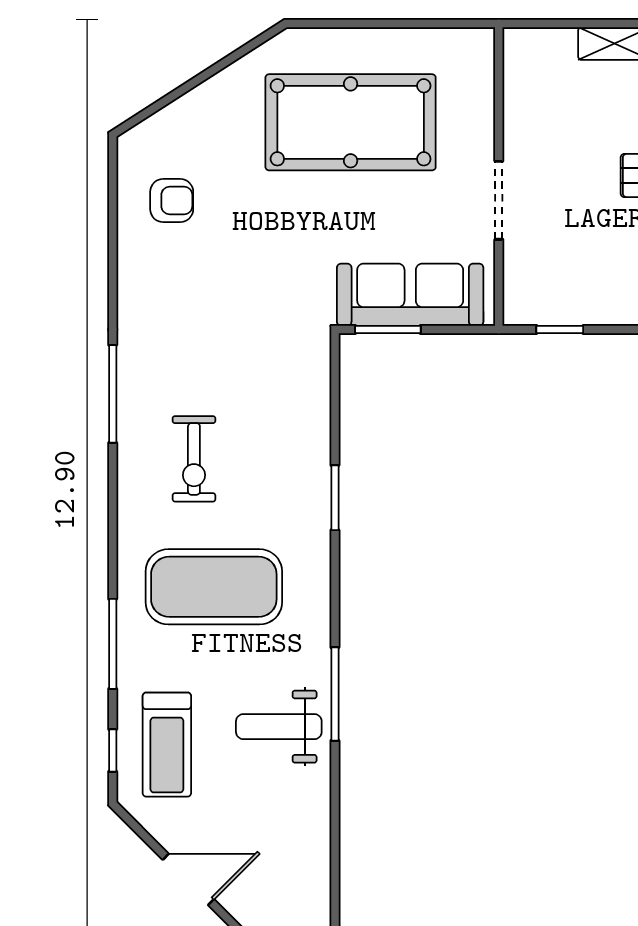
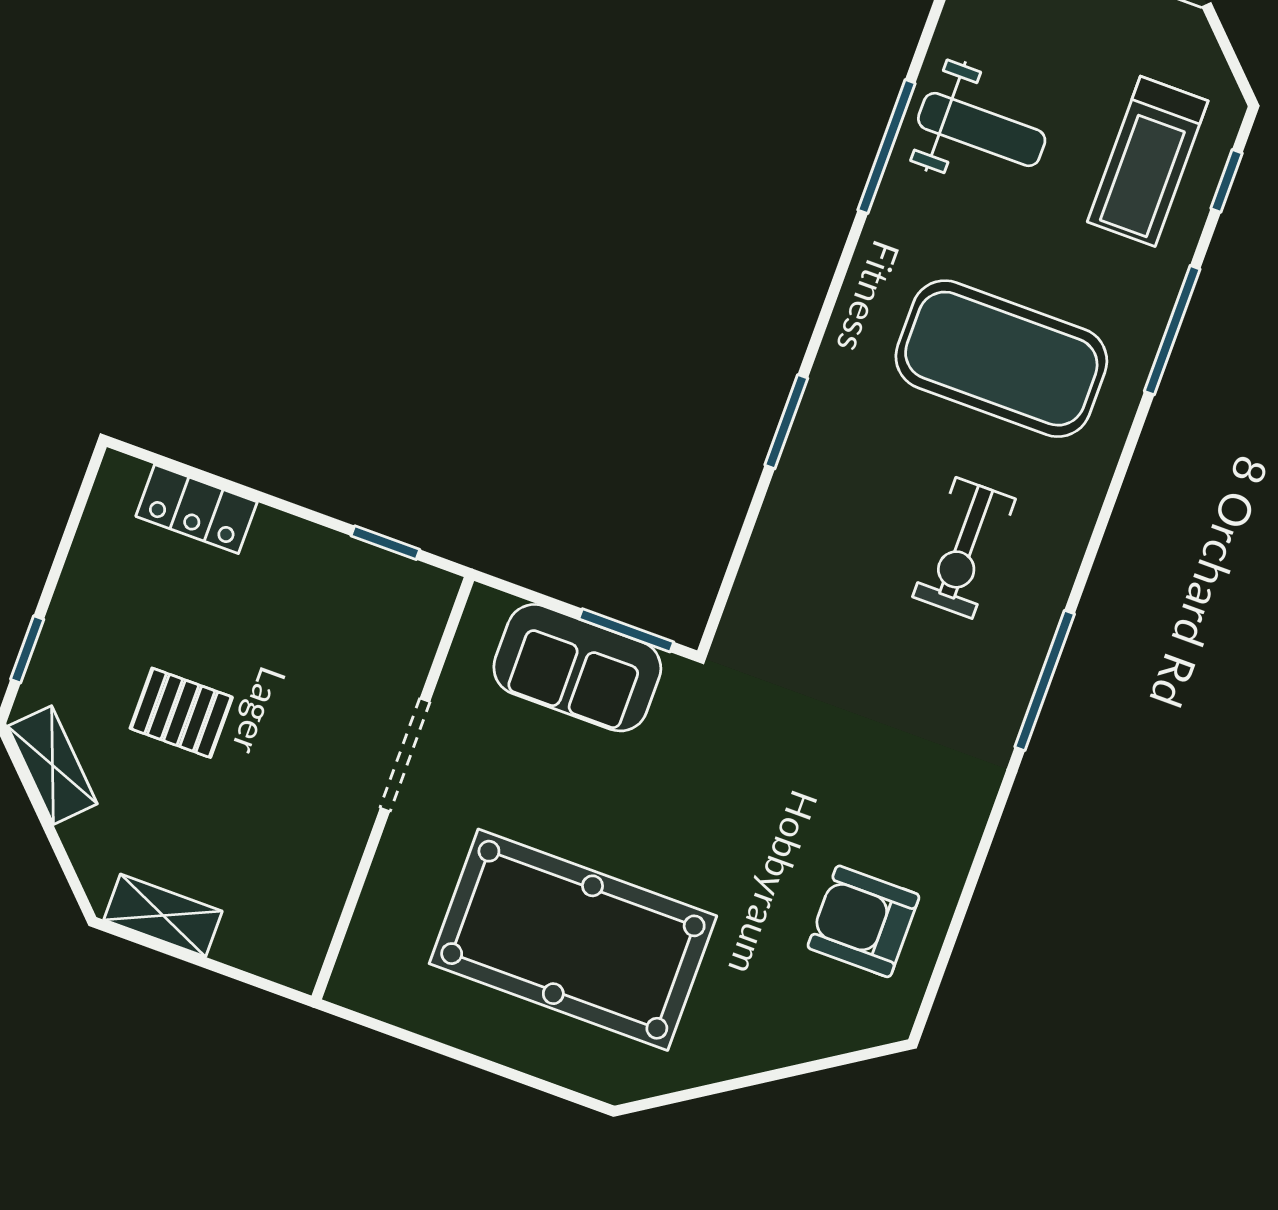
armchair: (172, 201) -> (863, 921), width x1.38, depth x1.38
sofa: (410, 295) -> (577, 668), width x0.73
exercise bike: (194, 459) -> (964, 548), turned 180
treadmill: (167, 745) -> (1148, 161), turned 180

